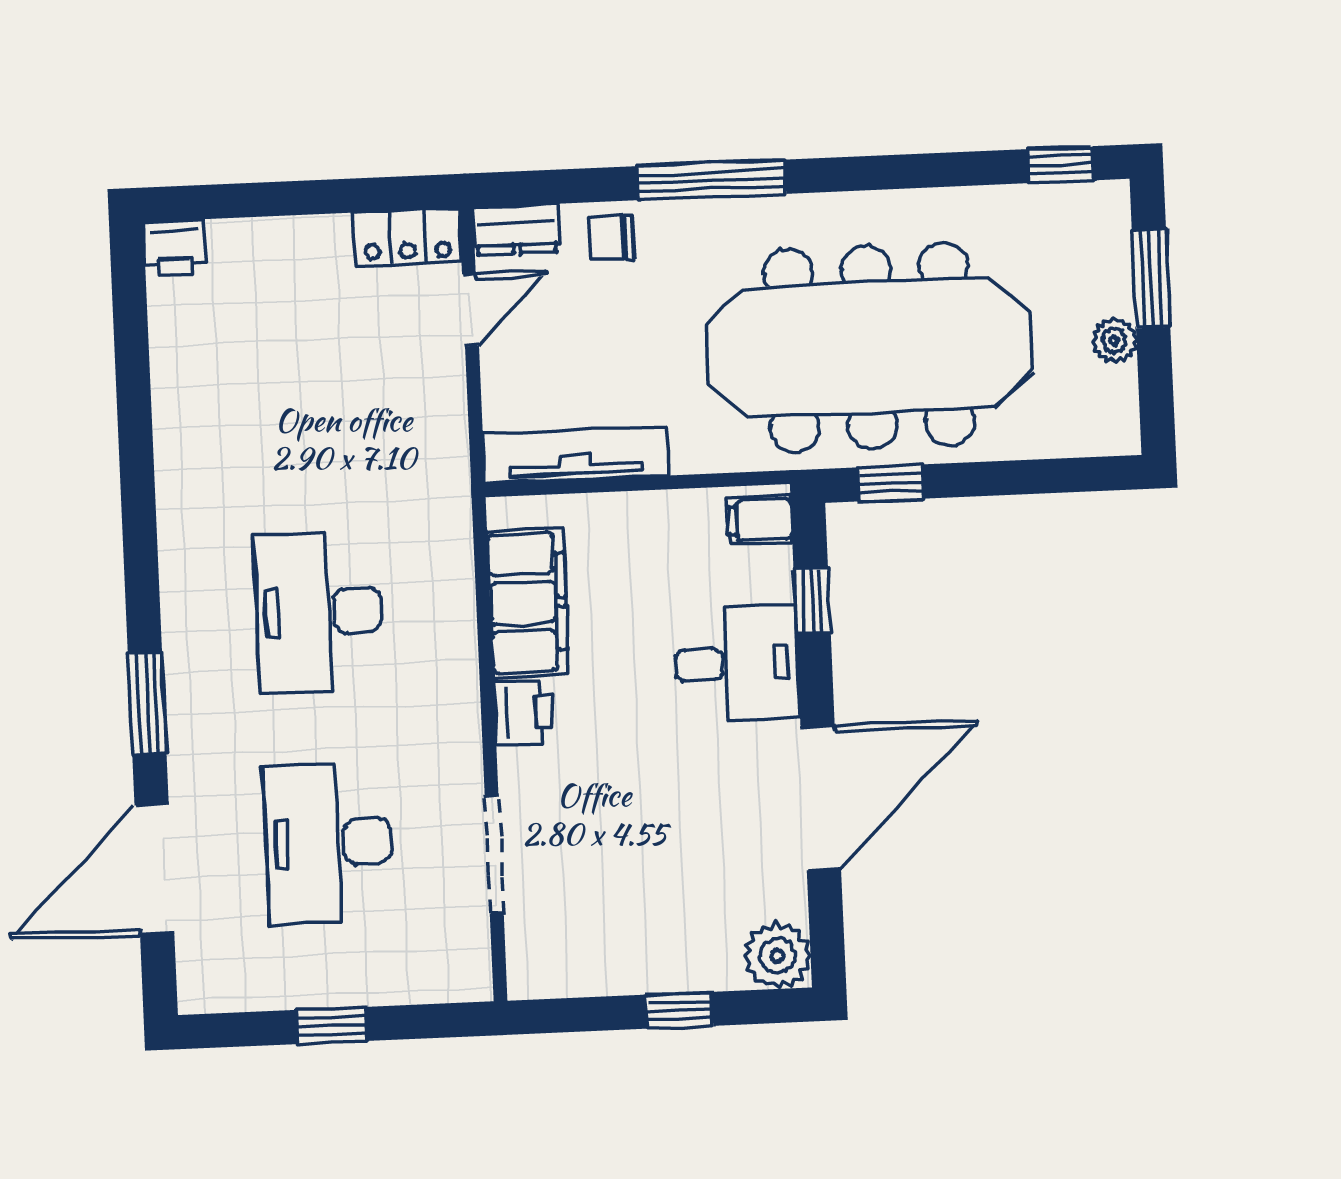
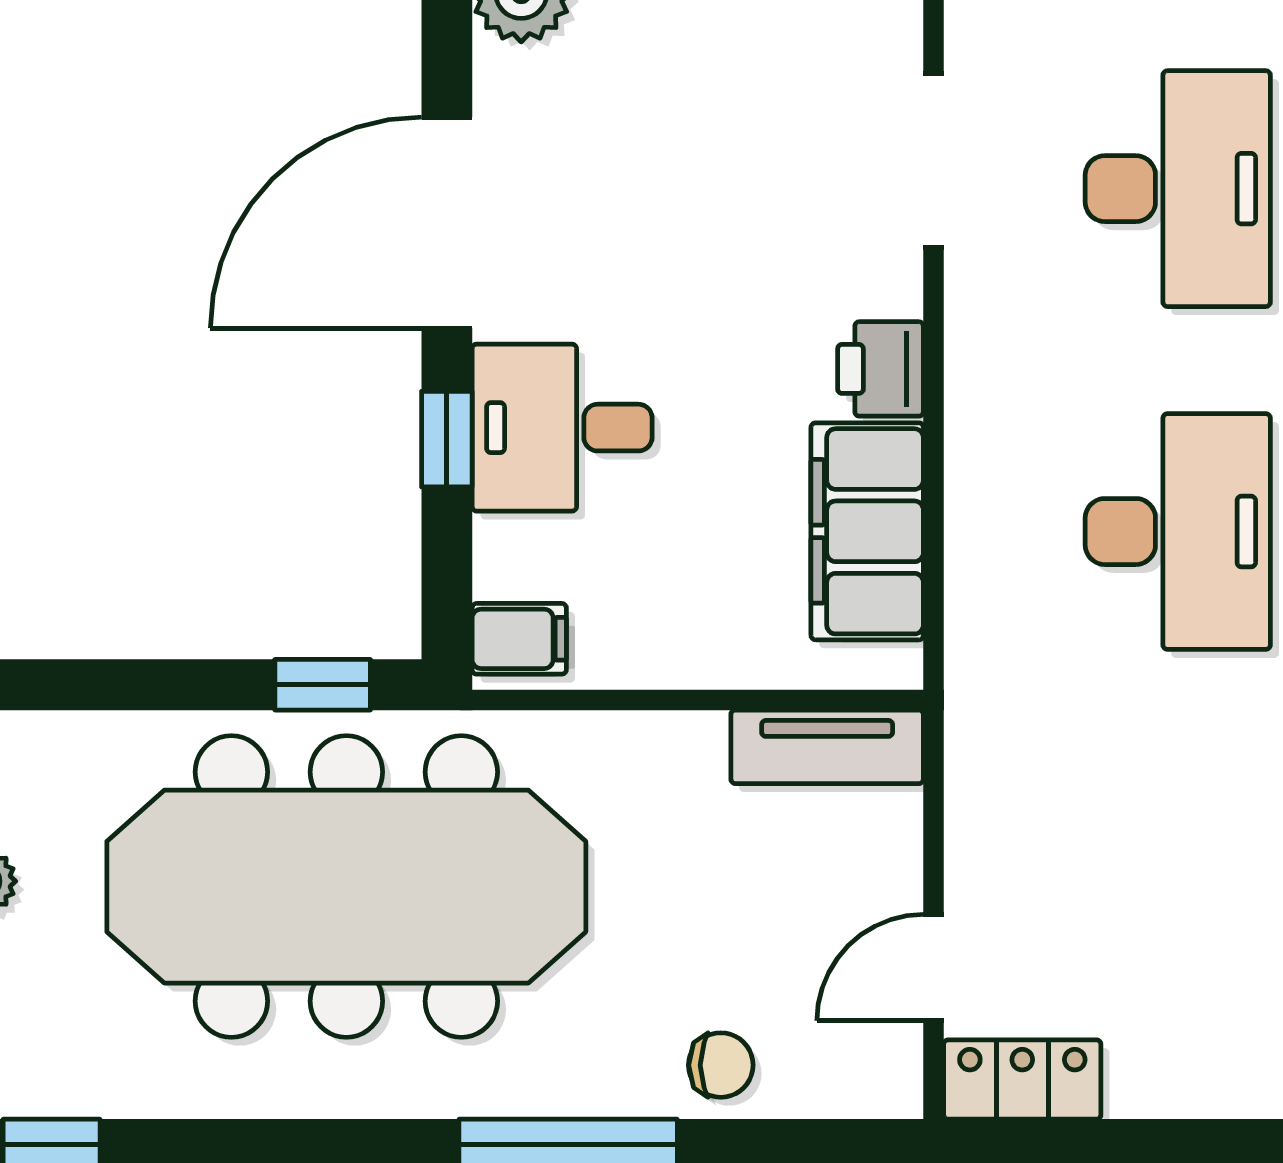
dresser: (516, 229) -> (861, 1084), removed
tv unit: (575, 455) -> (827, 747), width x0.71
window: (812, 601) -> (447, 439), moved

